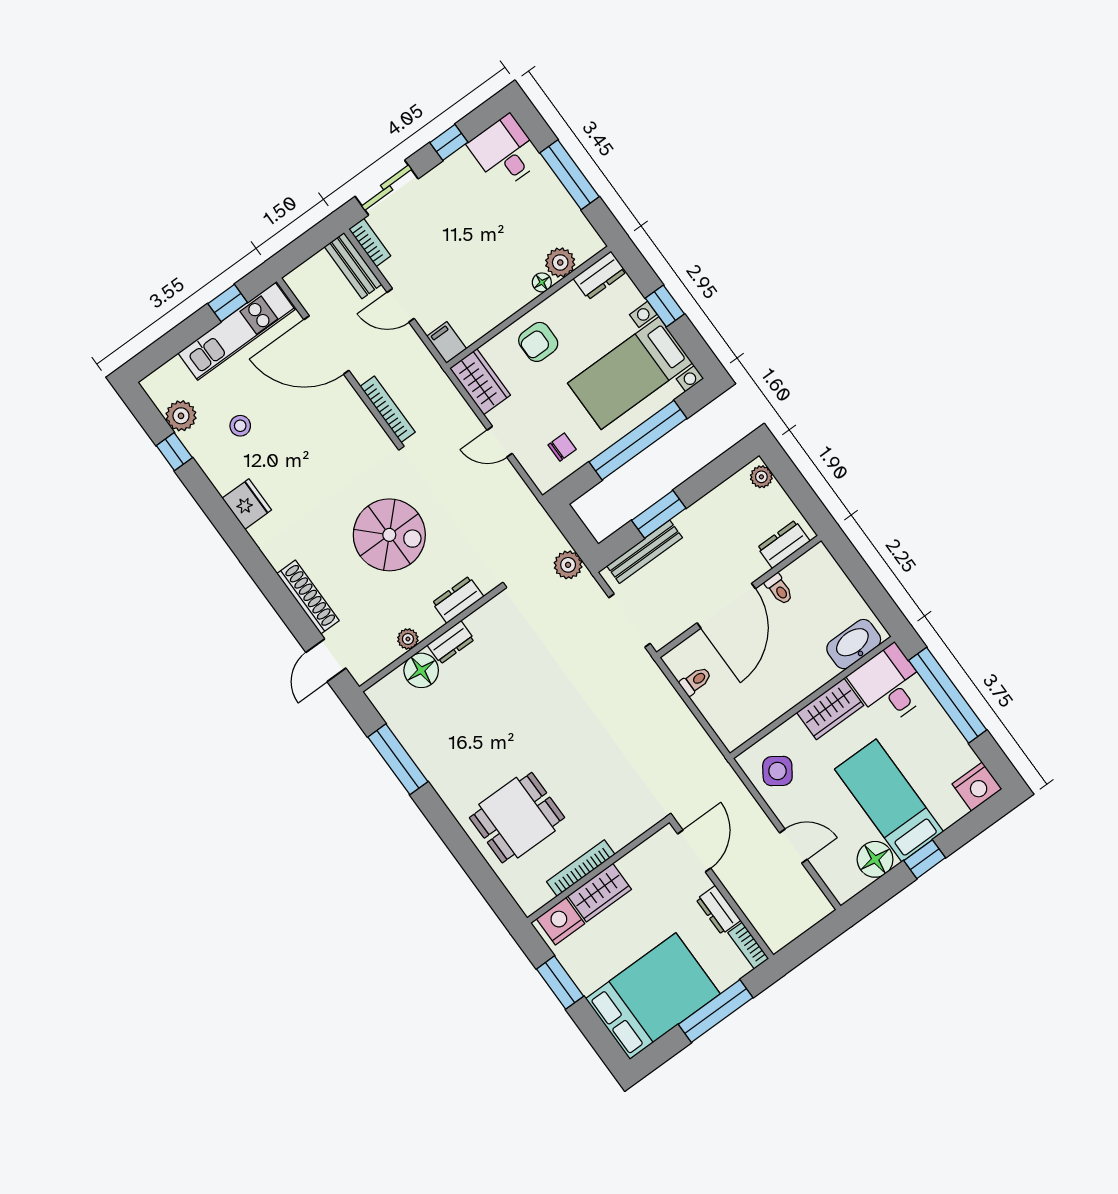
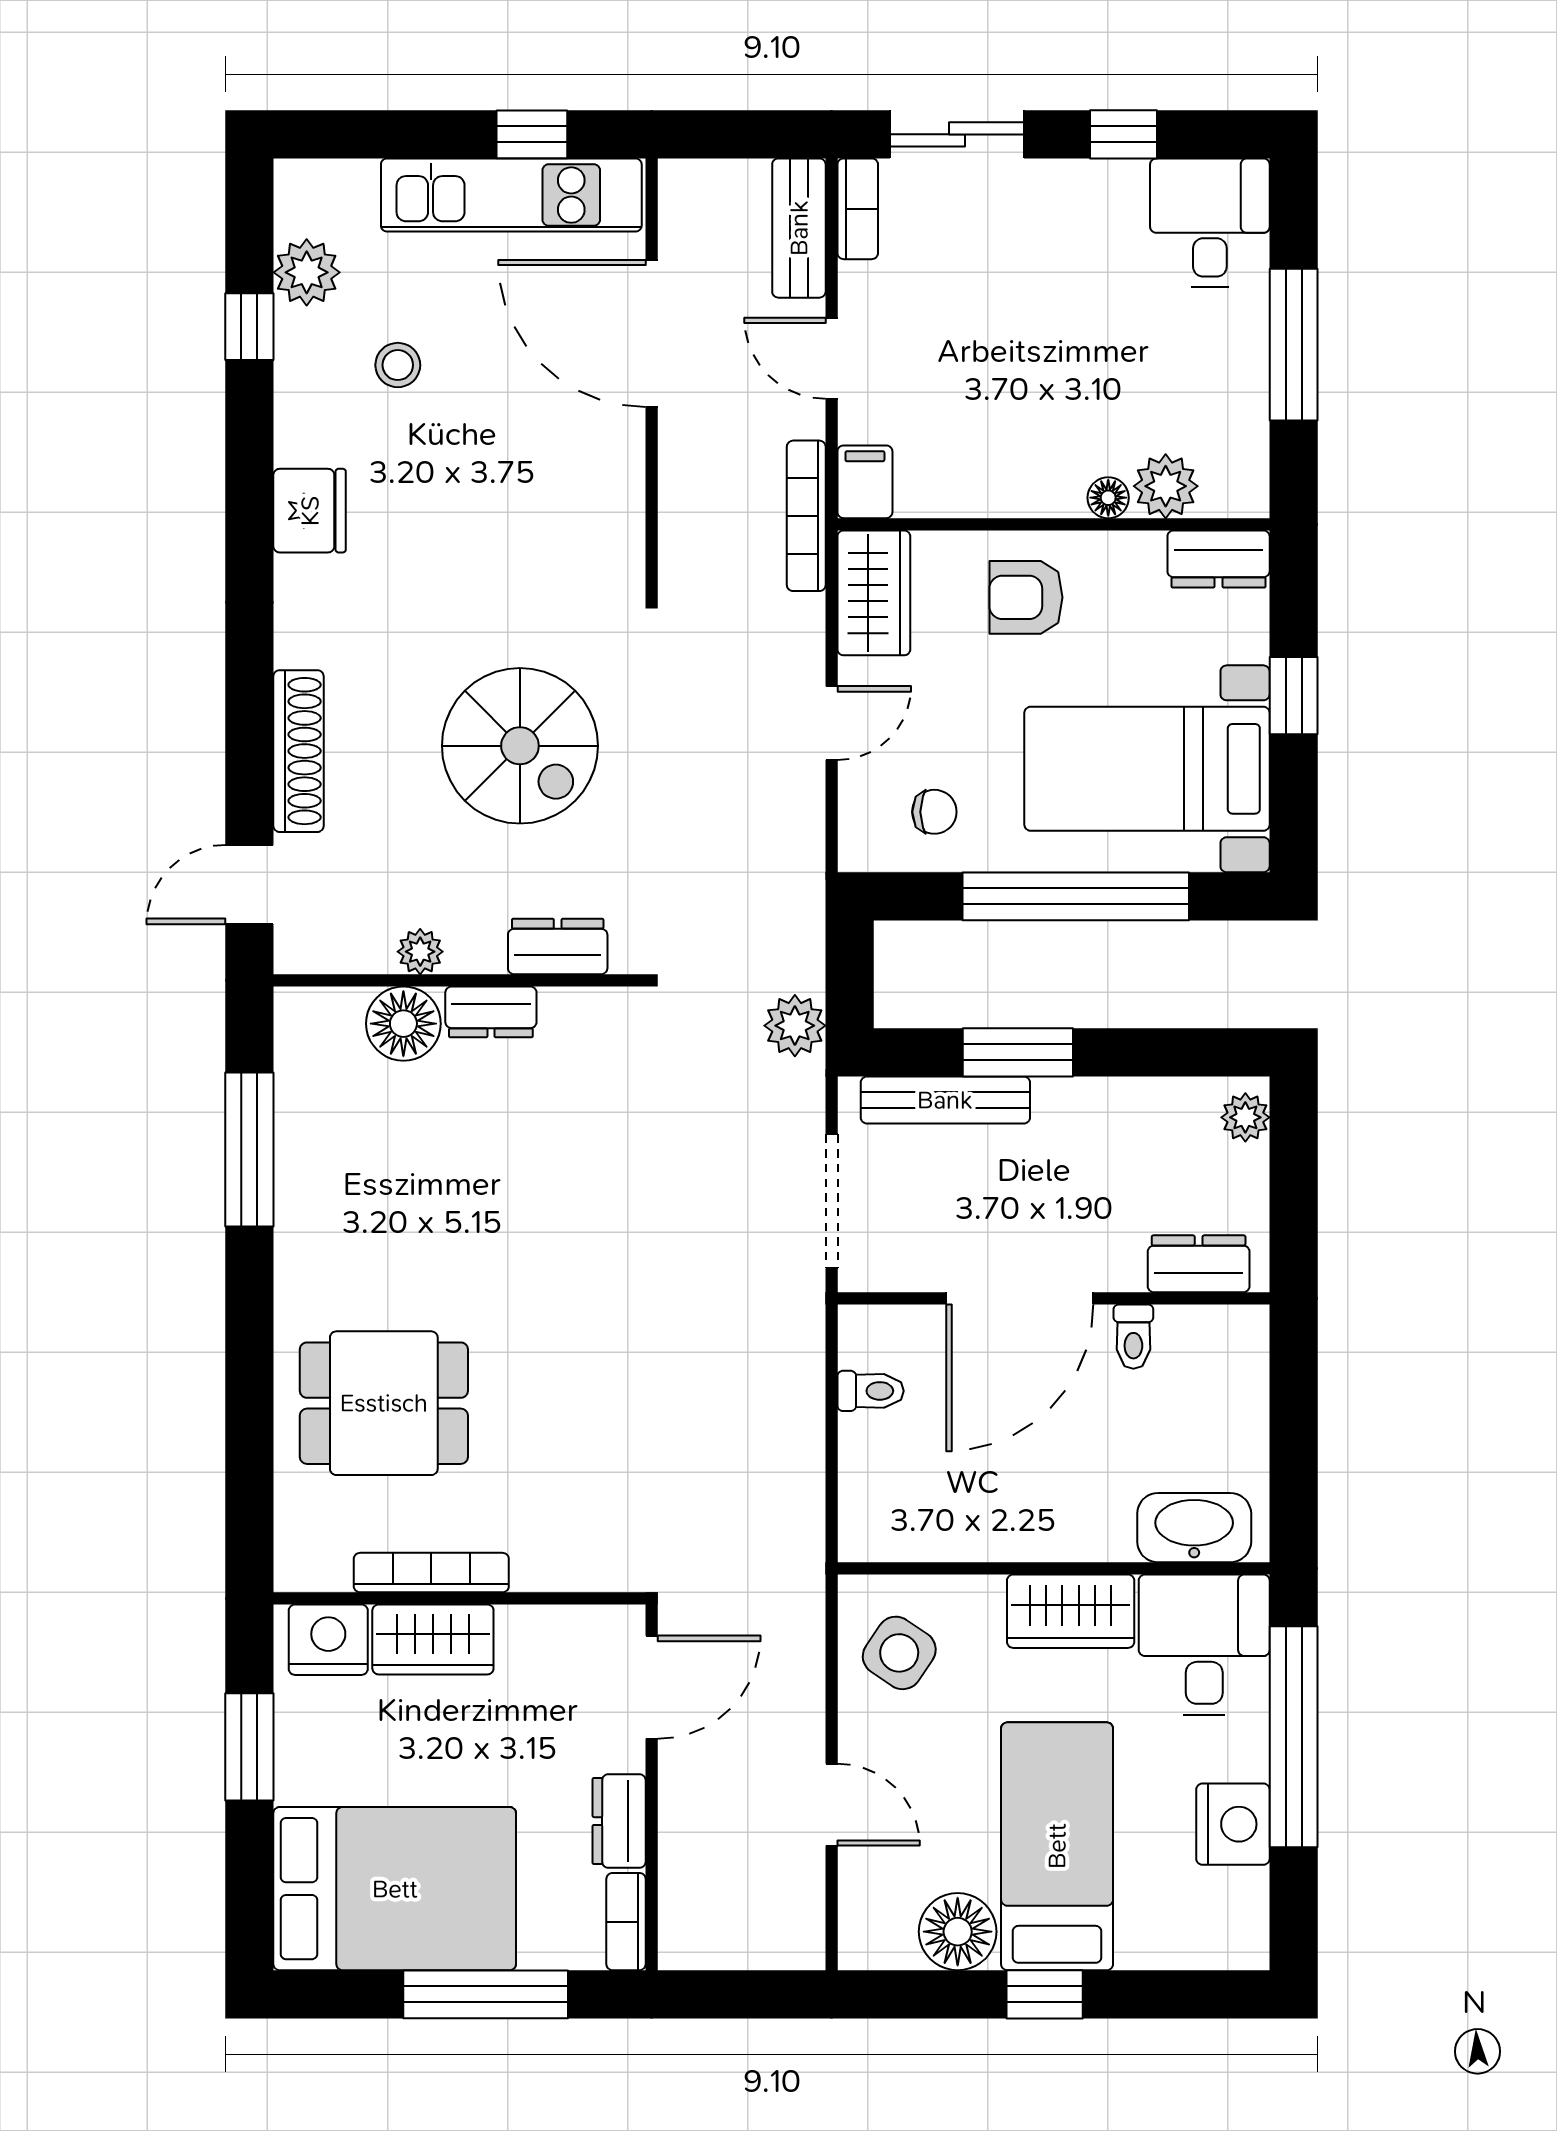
bookcase: (388, 409) -> (806, 516), moved, turned 180
door: (500, 442) -> (832, 723), swing flipped
nightstand: (977, 787) -> (1233, 1824), moved, turned -90

